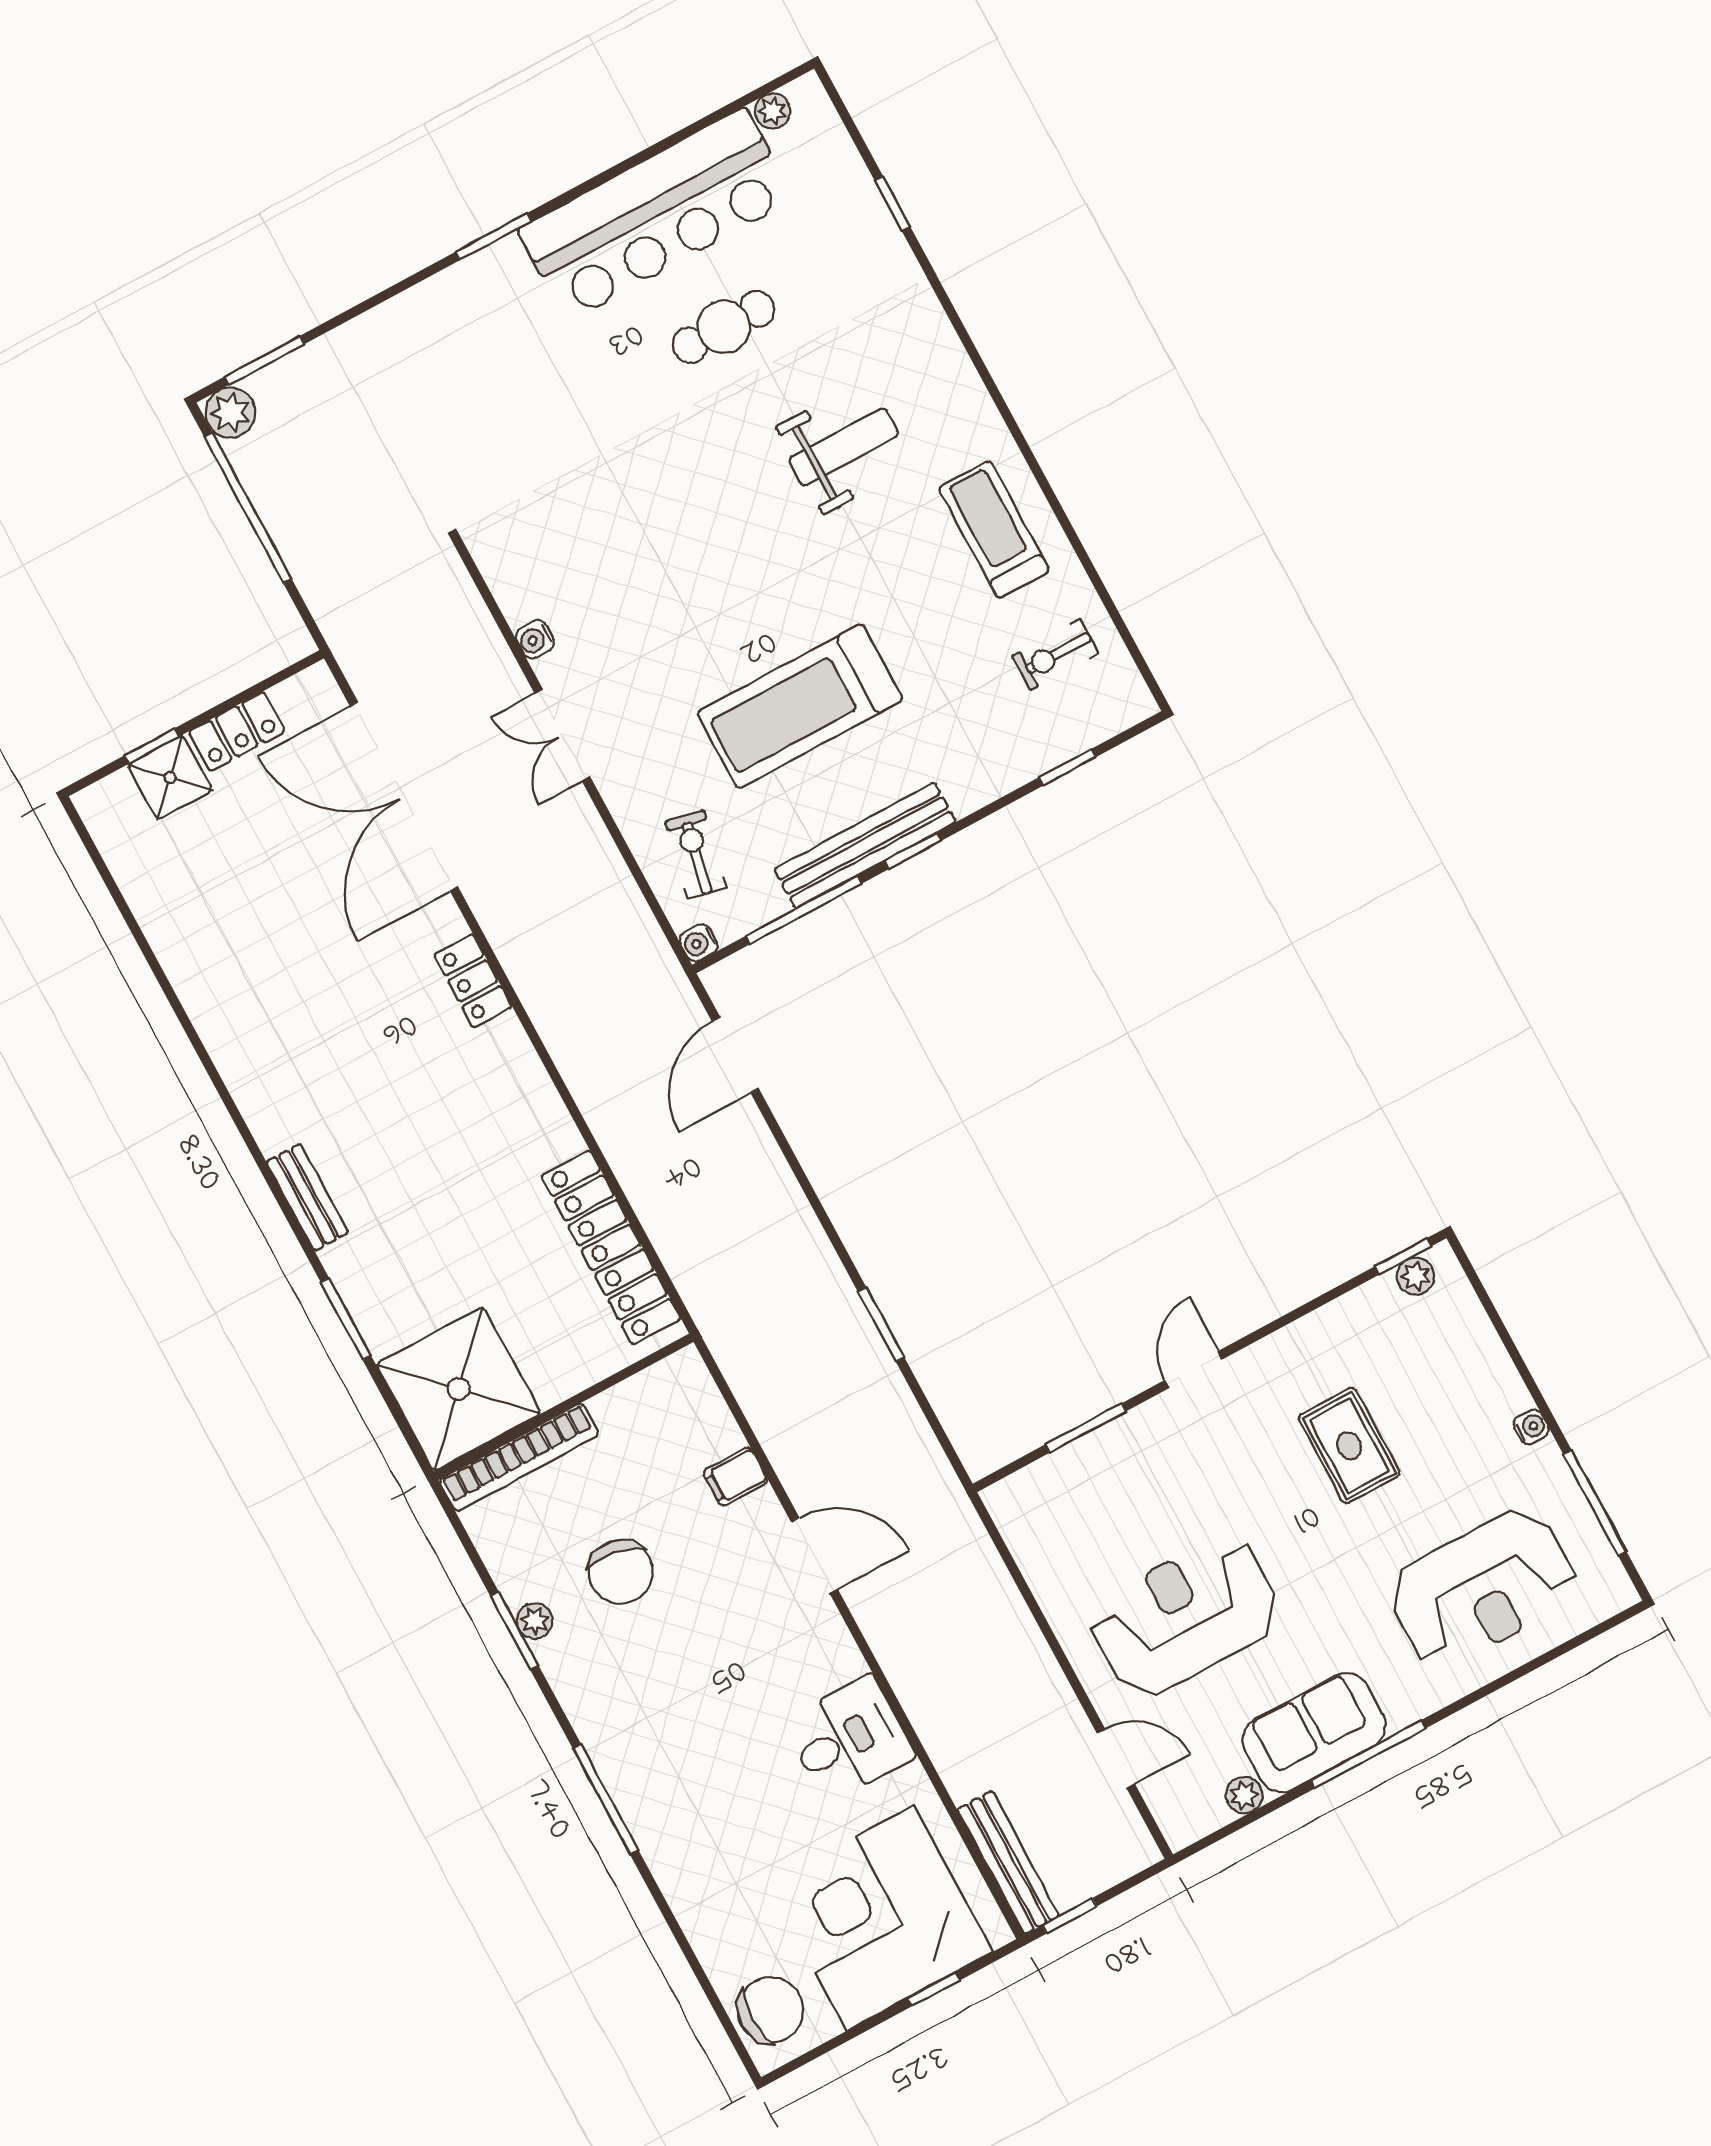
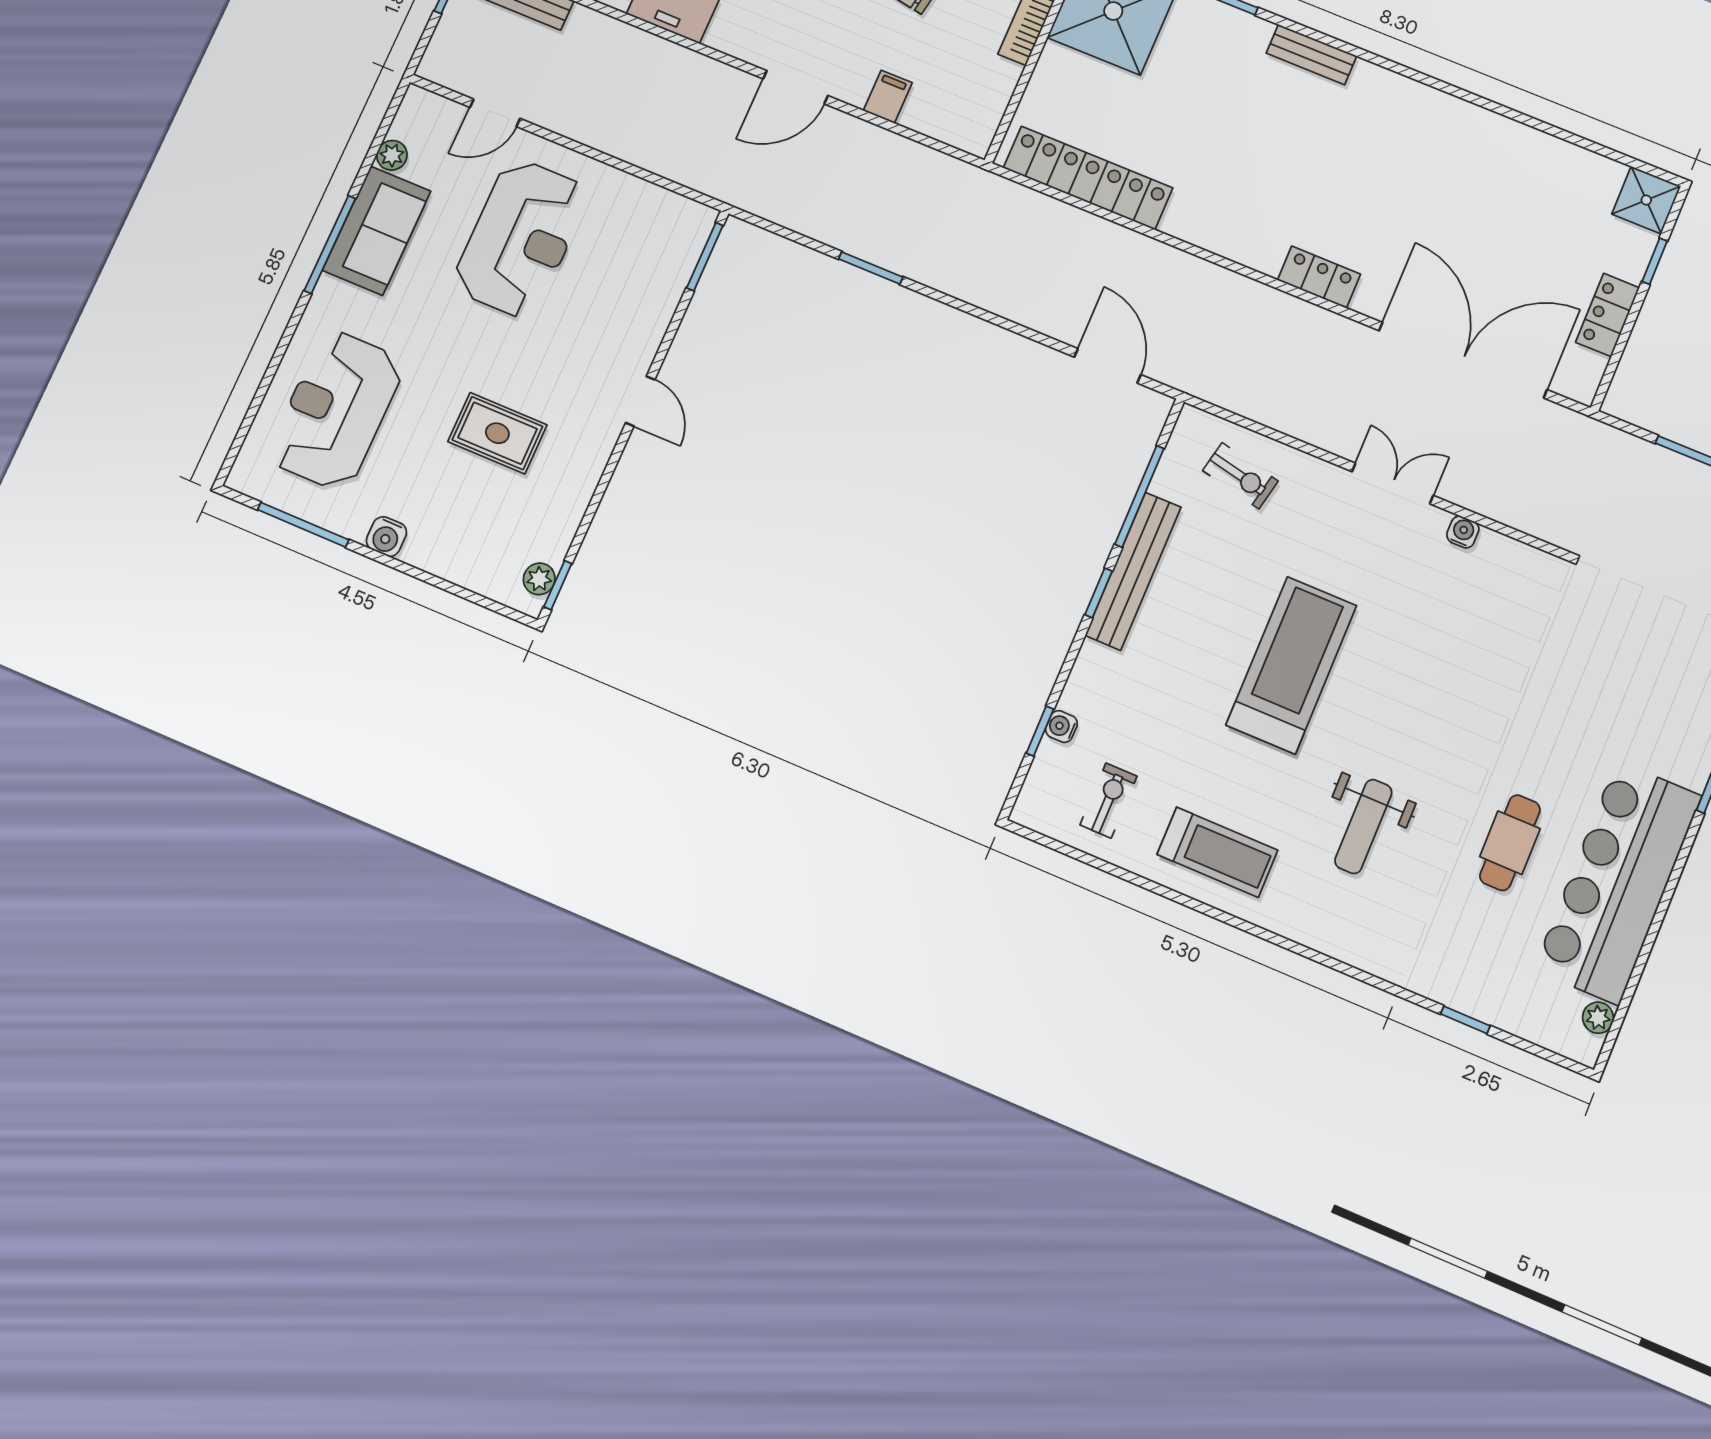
treadmill: (800, 706) -> (1291, 665), moved
shower: (170, 777) -> (1646, 200), moved
water cooler: (699, 943) -> (1061, 727), moved, turned -90
water cooler: (1531, 1427) -> (386, 536), width x1.38, depth x1.38
window: (1086, 1428) -> (705, 257), moved

